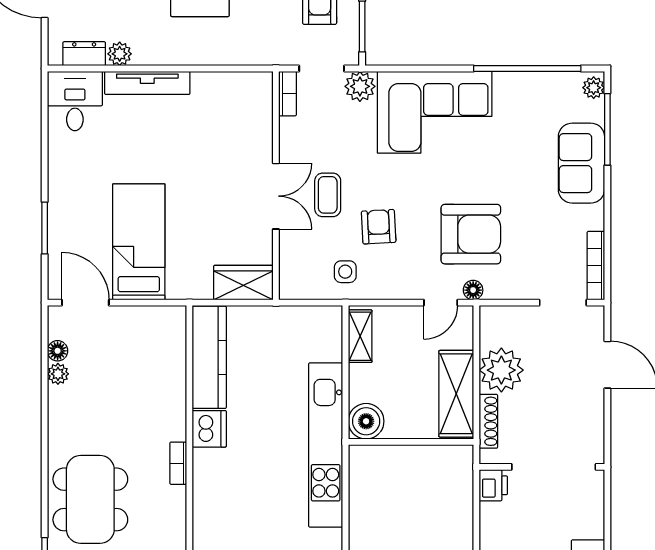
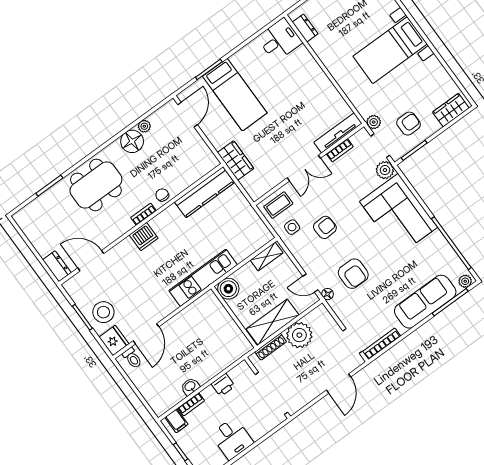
plant: (120, 54) -> (374, 122), moved
tv unit: (147, 83) -> (338, 133), moved, turned 90
bookcase: (287, 94) -> (340, 150), moved
sofa: (581, 163) -> (425, 302), width x1.36
coffee table: (328, 195) -> (278, 205), moved
armchair: (471, 234) -> (353, 274), width x0.73, depth x0.73
bed: (139, 242) -> (235, 95), moved, turned 90
wardrobe: (243, 283) -> (236, 160), moved
floor lamp: (58, 351) -> (132, 141), moved, width x1.89, depth x1.89
chair: (171, 418) -> (162, 195), added
dishwasher: (209, 429) -> (144, 237), moved
kitchen unit: (326, 445) -> (203, 278), width x0.73
printer: (493, 485) -> (223, 385), moved

